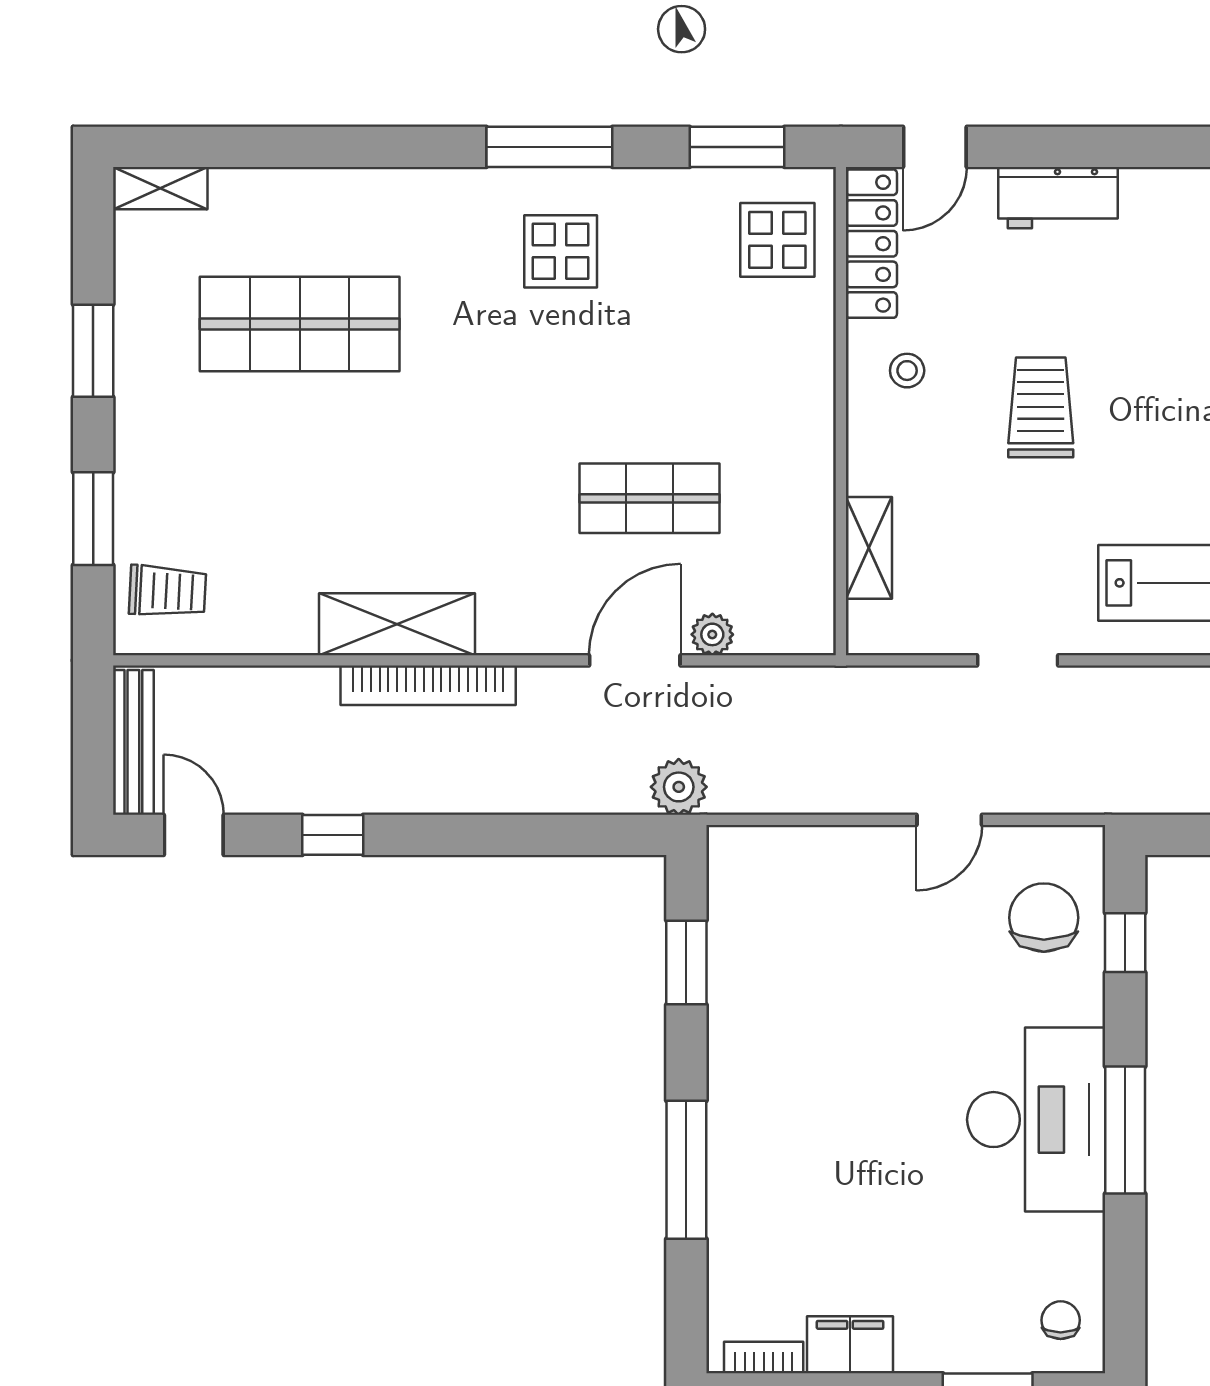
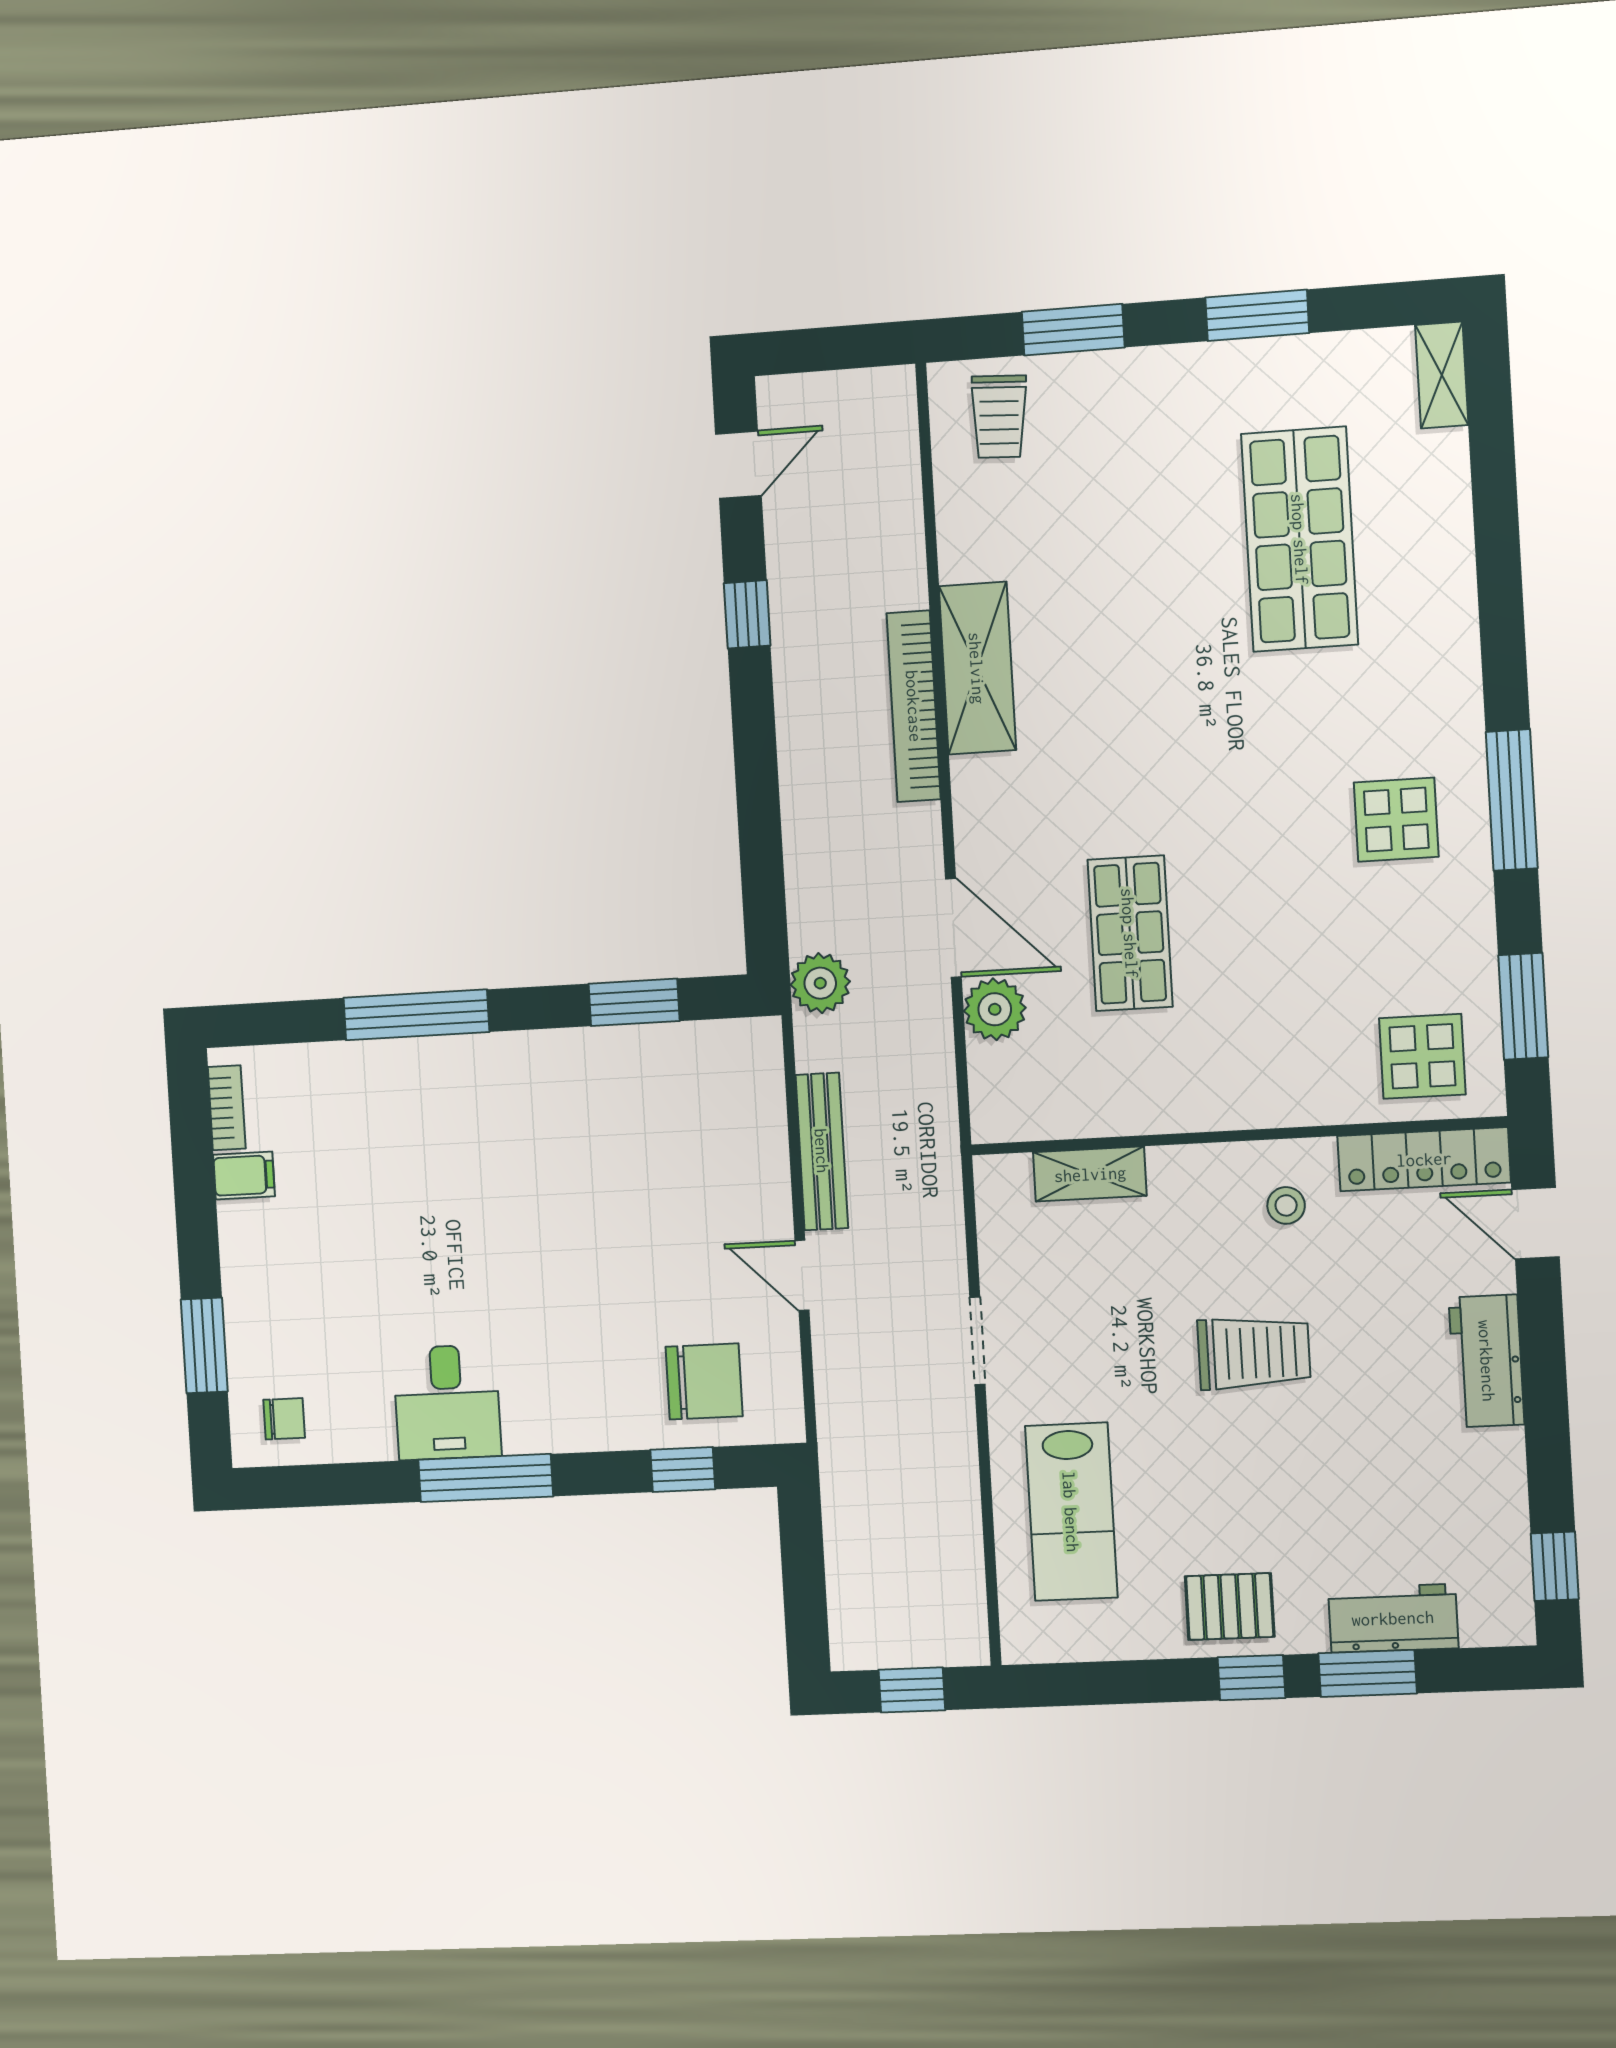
plant: (712, 634) -> (995, 1009), width x1.38, depth x1.38
bench: (133, 742) -> (822, 1151), moved, turned 90
desk: (1036, 1120) -> (447, 1402), width x0.53, depth x0.77
filing cabinet: (850, 1345) -> (244, 1175), width x0.50

